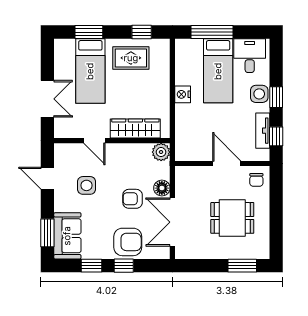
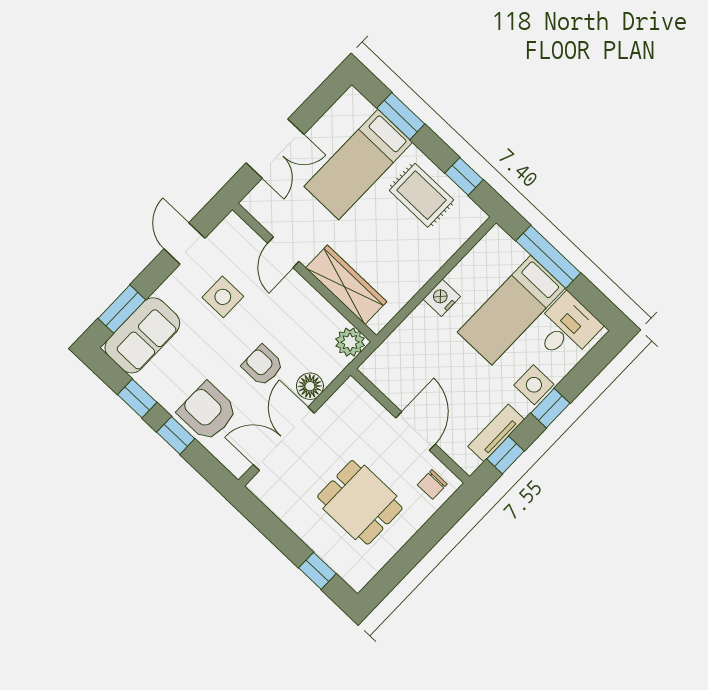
armchair: (128, 242) -> (208, 412), turned 180
window: (242, 266) -> (317, 571), width x0.67

